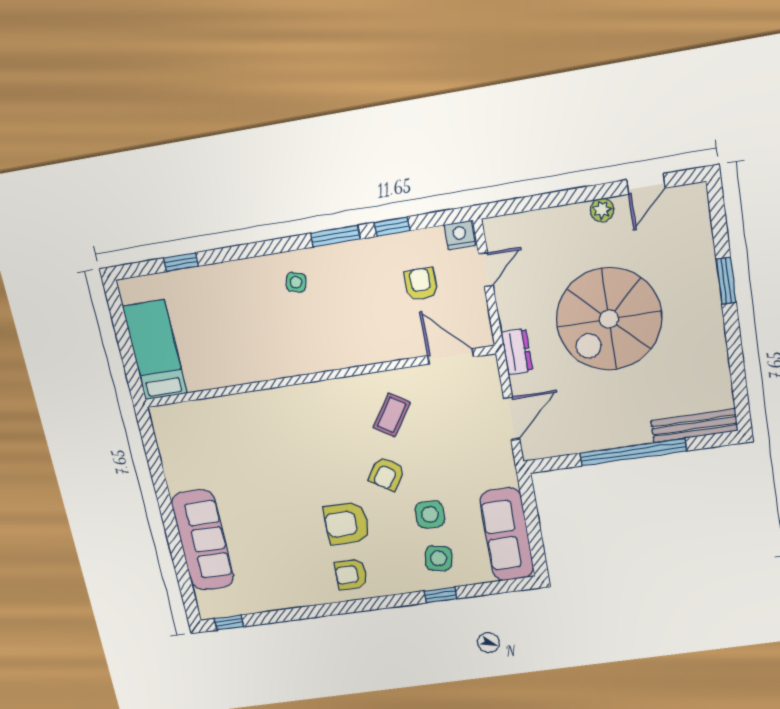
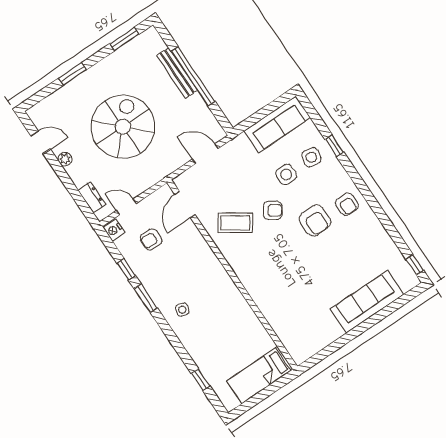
spiral stairs: (609, 319) -> (123, 127), turned -90
dresser: (517, 352) -> (92, 197), moved, turned 90
window: (739, 380) -> (124, 39), added
coffee table: (392, 415) -> (235, 223), width x1.36, depth x1.30
bench: (694, 426) -> (177, 73), moved

